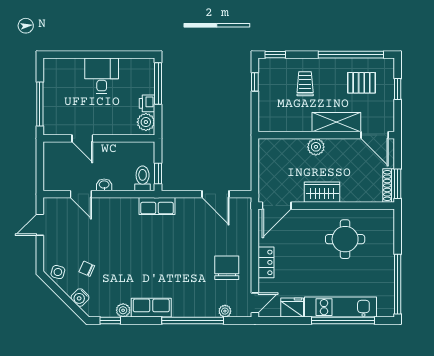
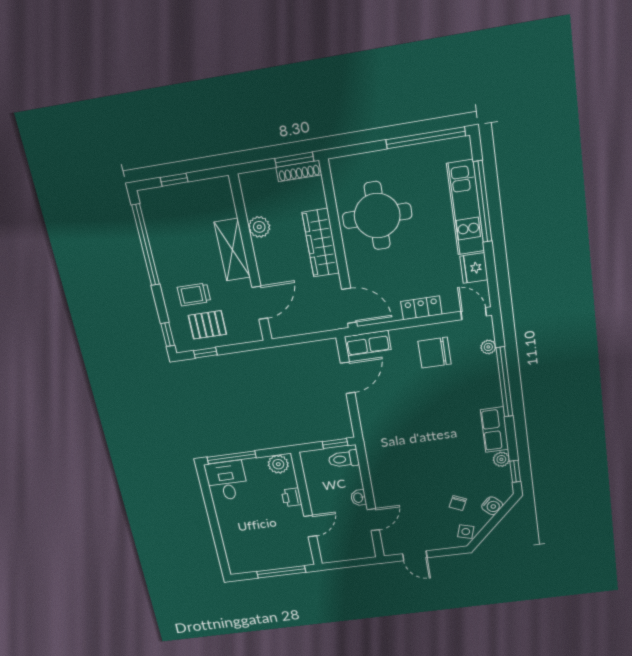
desk: (102, 76) -> (227, 481), moved, turned 90
pallet: (361, 83) -> (207, 325), moved, turned 90
printer: (147, 103) -> (292, 497), moved, turned 90
door: (375, 135) -> (260, 303), moved
plant: (316, 147) -> (259, 227), moved
wardrobe: (322, 192) -> (321, 243), width x1.50
row of seats: (157, 206) -> (368, 343), moved, turned 90
round table: (345, 239) -> (377, 216), width x1.36, depth x1.36

